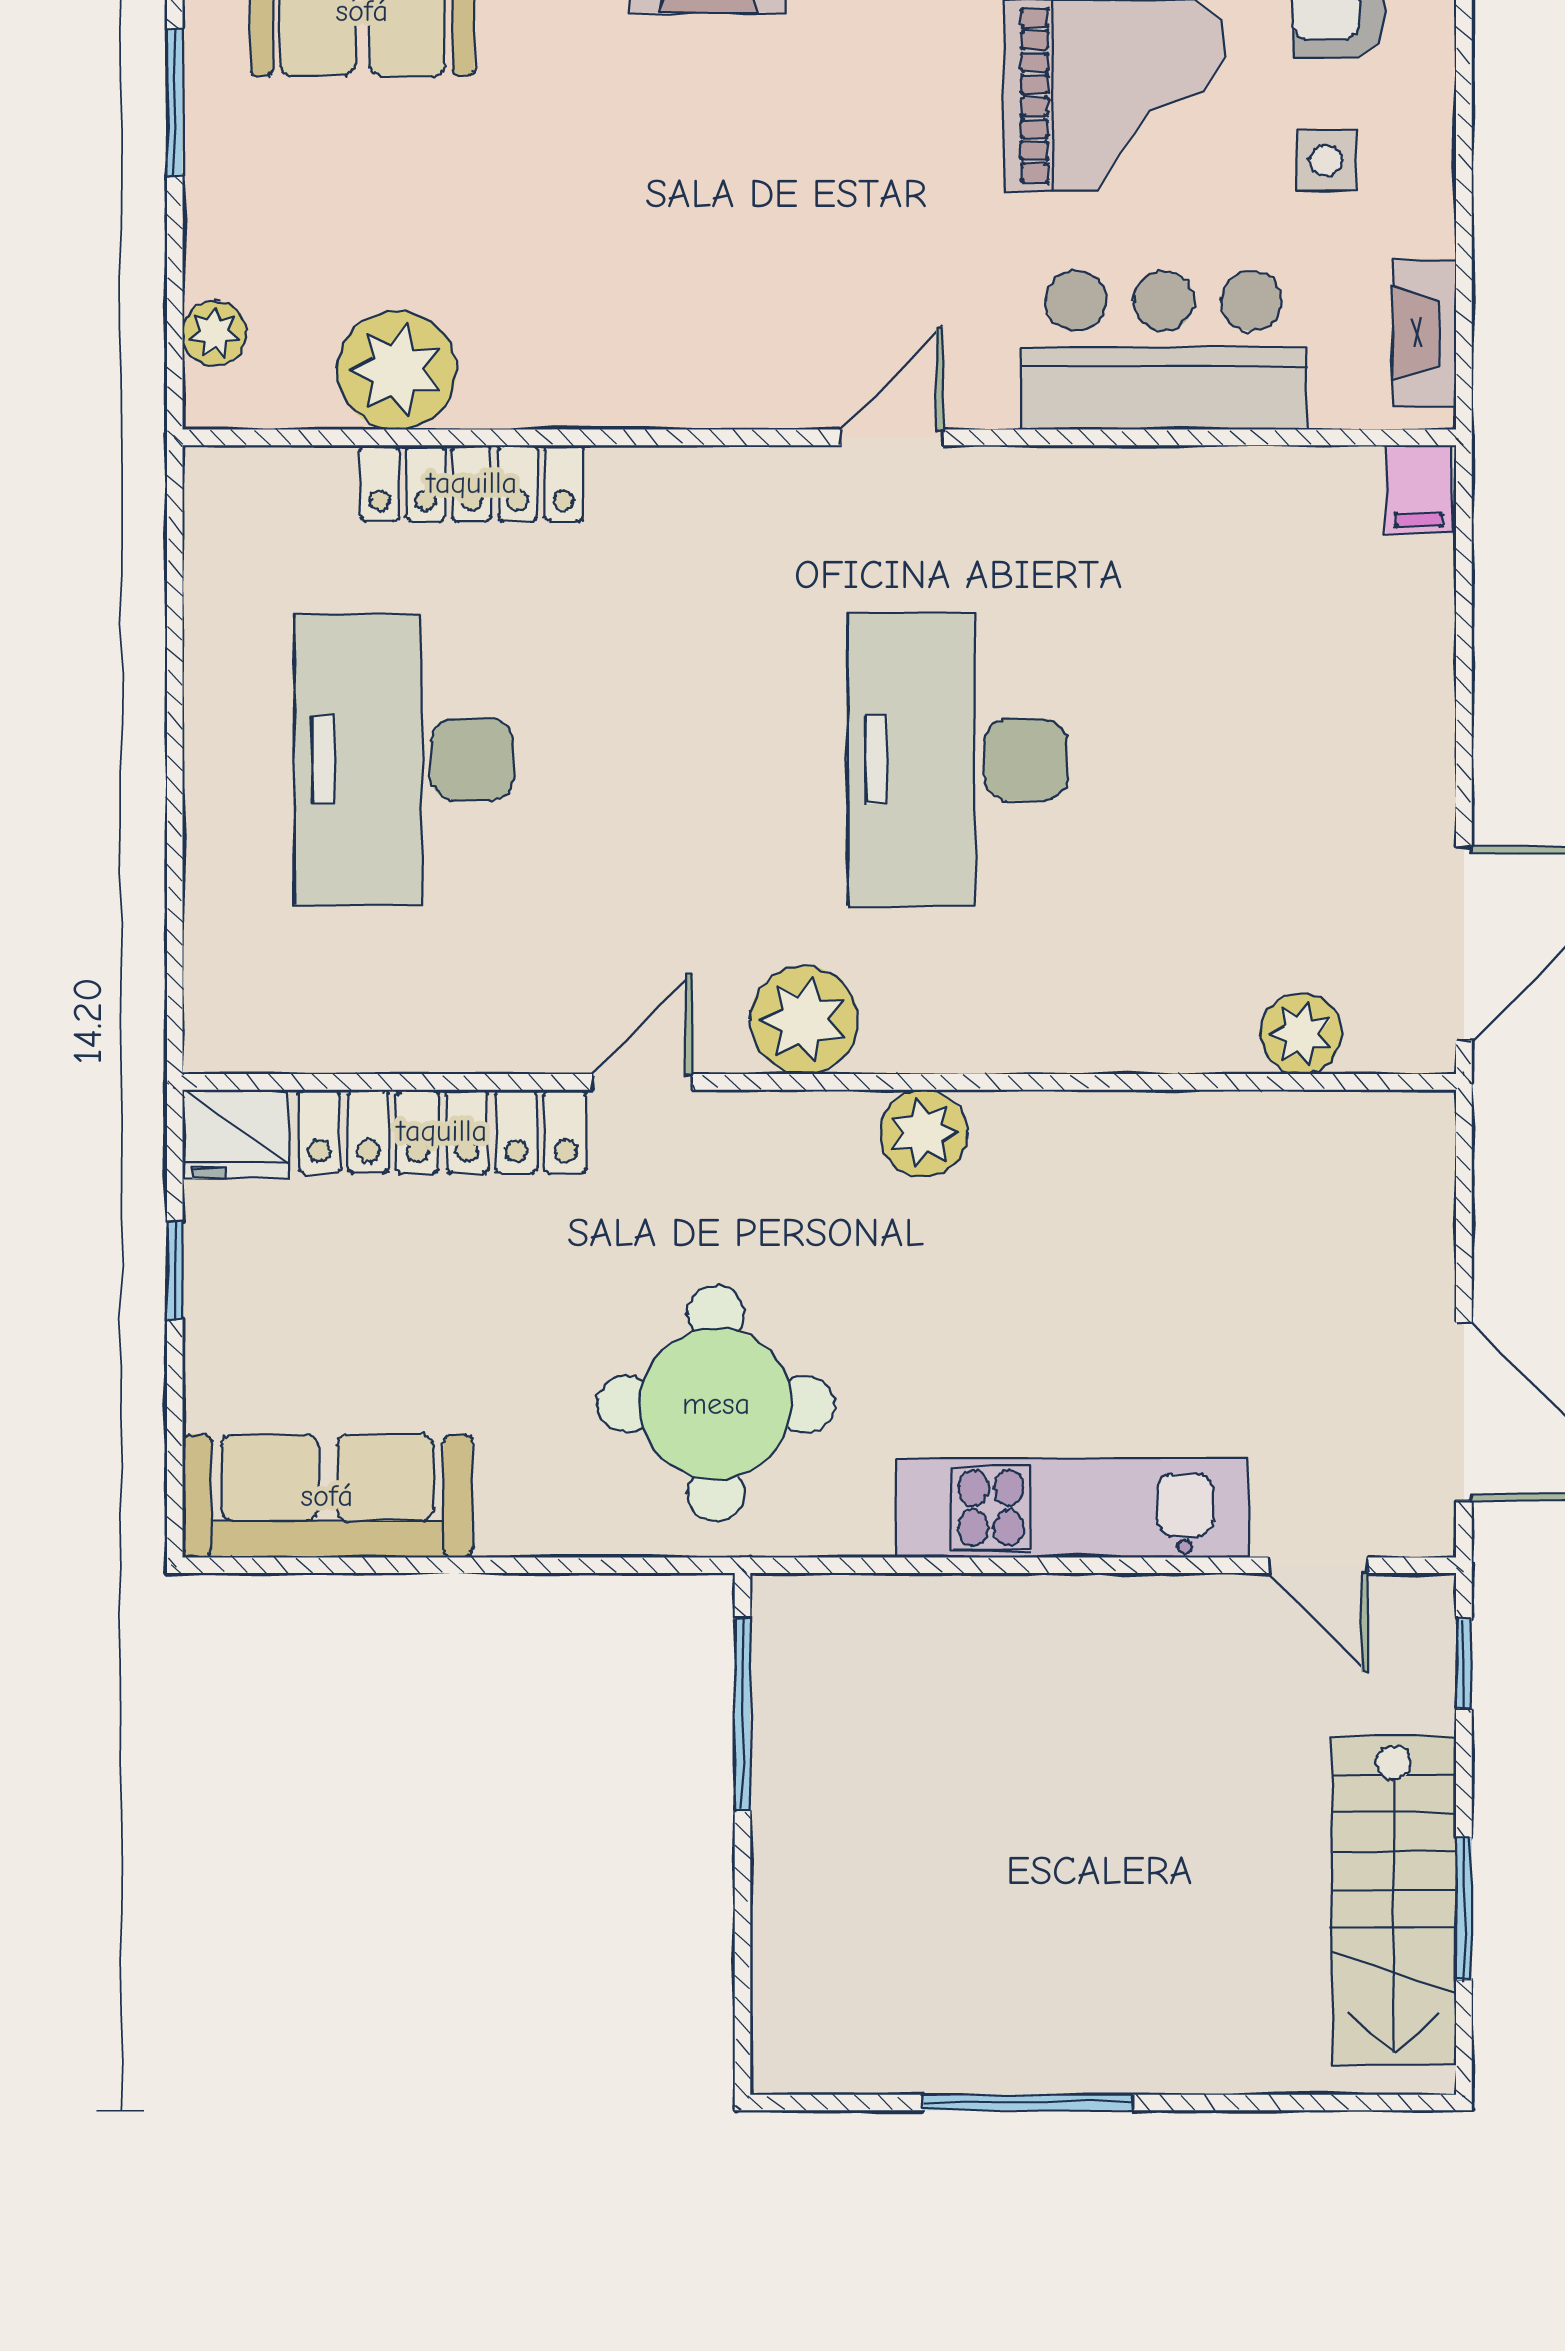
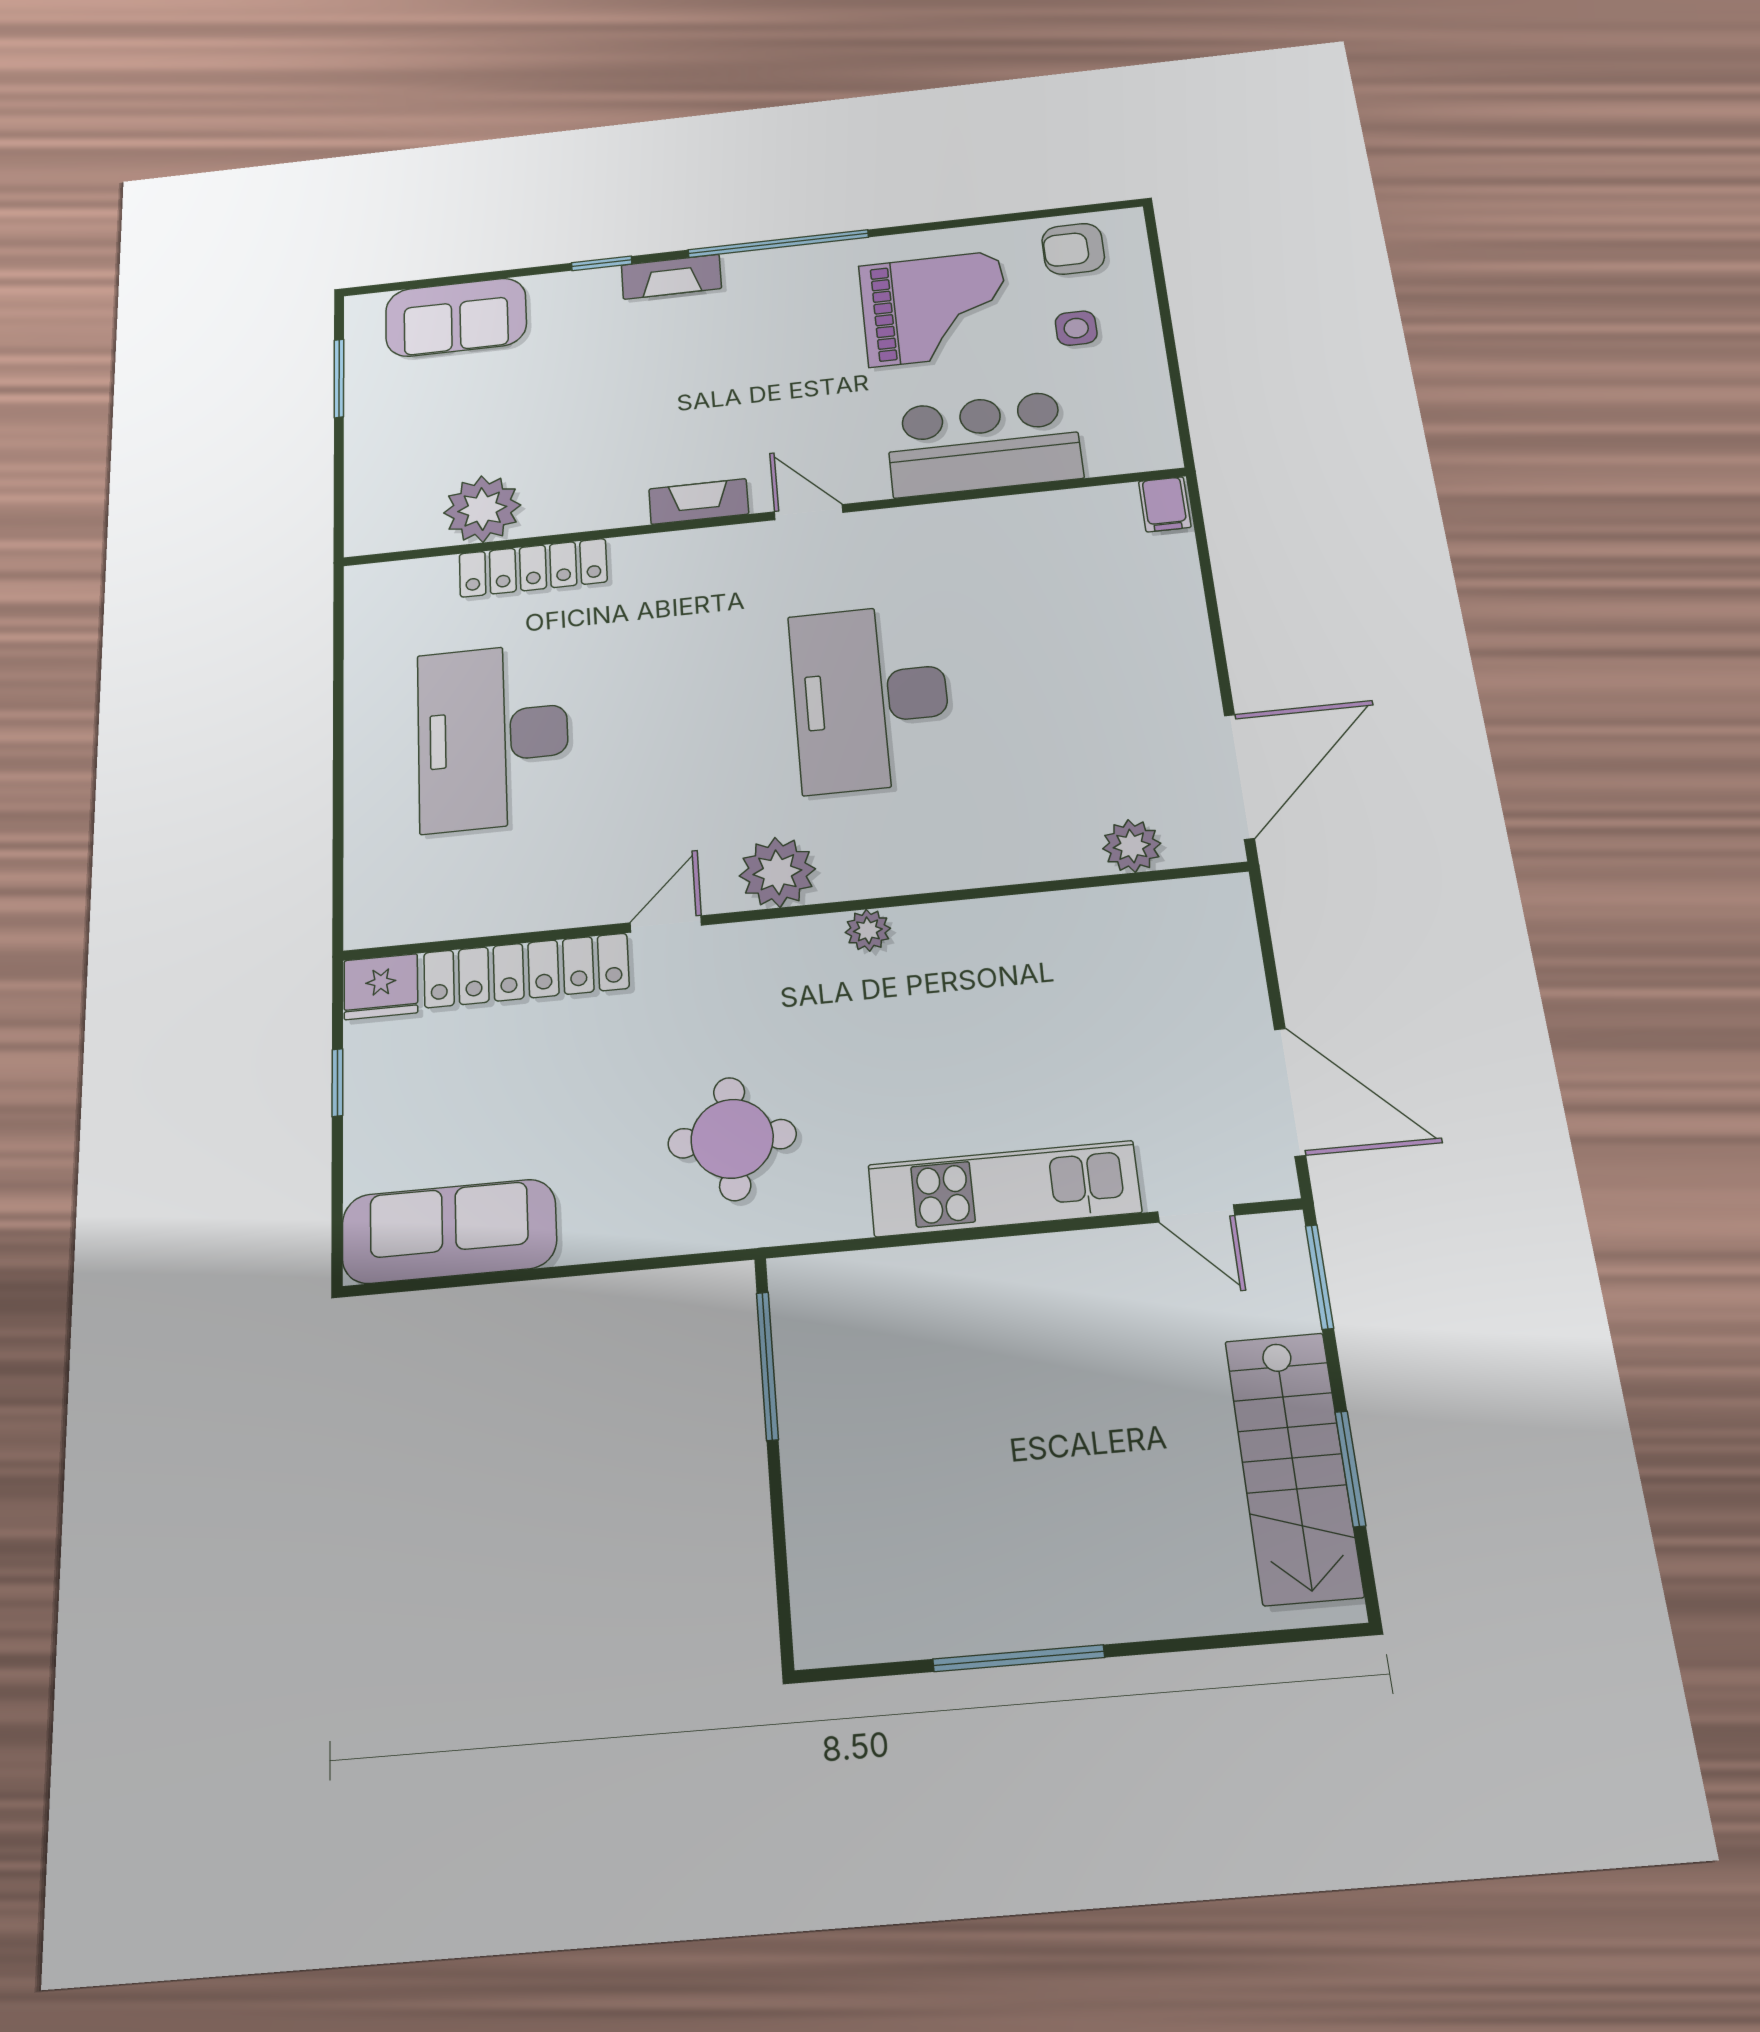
plant: (215, 333) -> (364, 501), removed
fireplace: (1425, 333) -> (699, 502), moved, turned 90
door: (892, 437) -> (809, 512), hinge flipped
plant: (924, 1133) -> (868, 930), width x0.73, depth x0.73
round table: (716, 1404) -> (732, 1139), width x0.73, depth x0.73
window: (1464, 1663) -> (1320, 1277), width x1.50

